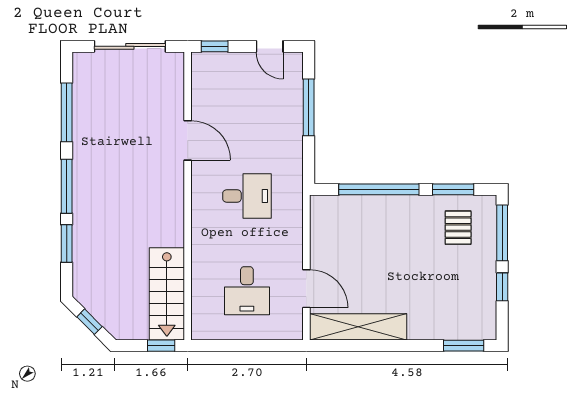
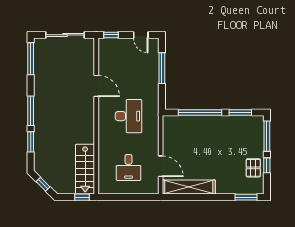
window: (67, 112) -> (31, 59), moved
desk: (247, 196) -> (128, 116), width x1.37
pallet: (458, 228) -> (253, 168), moved

